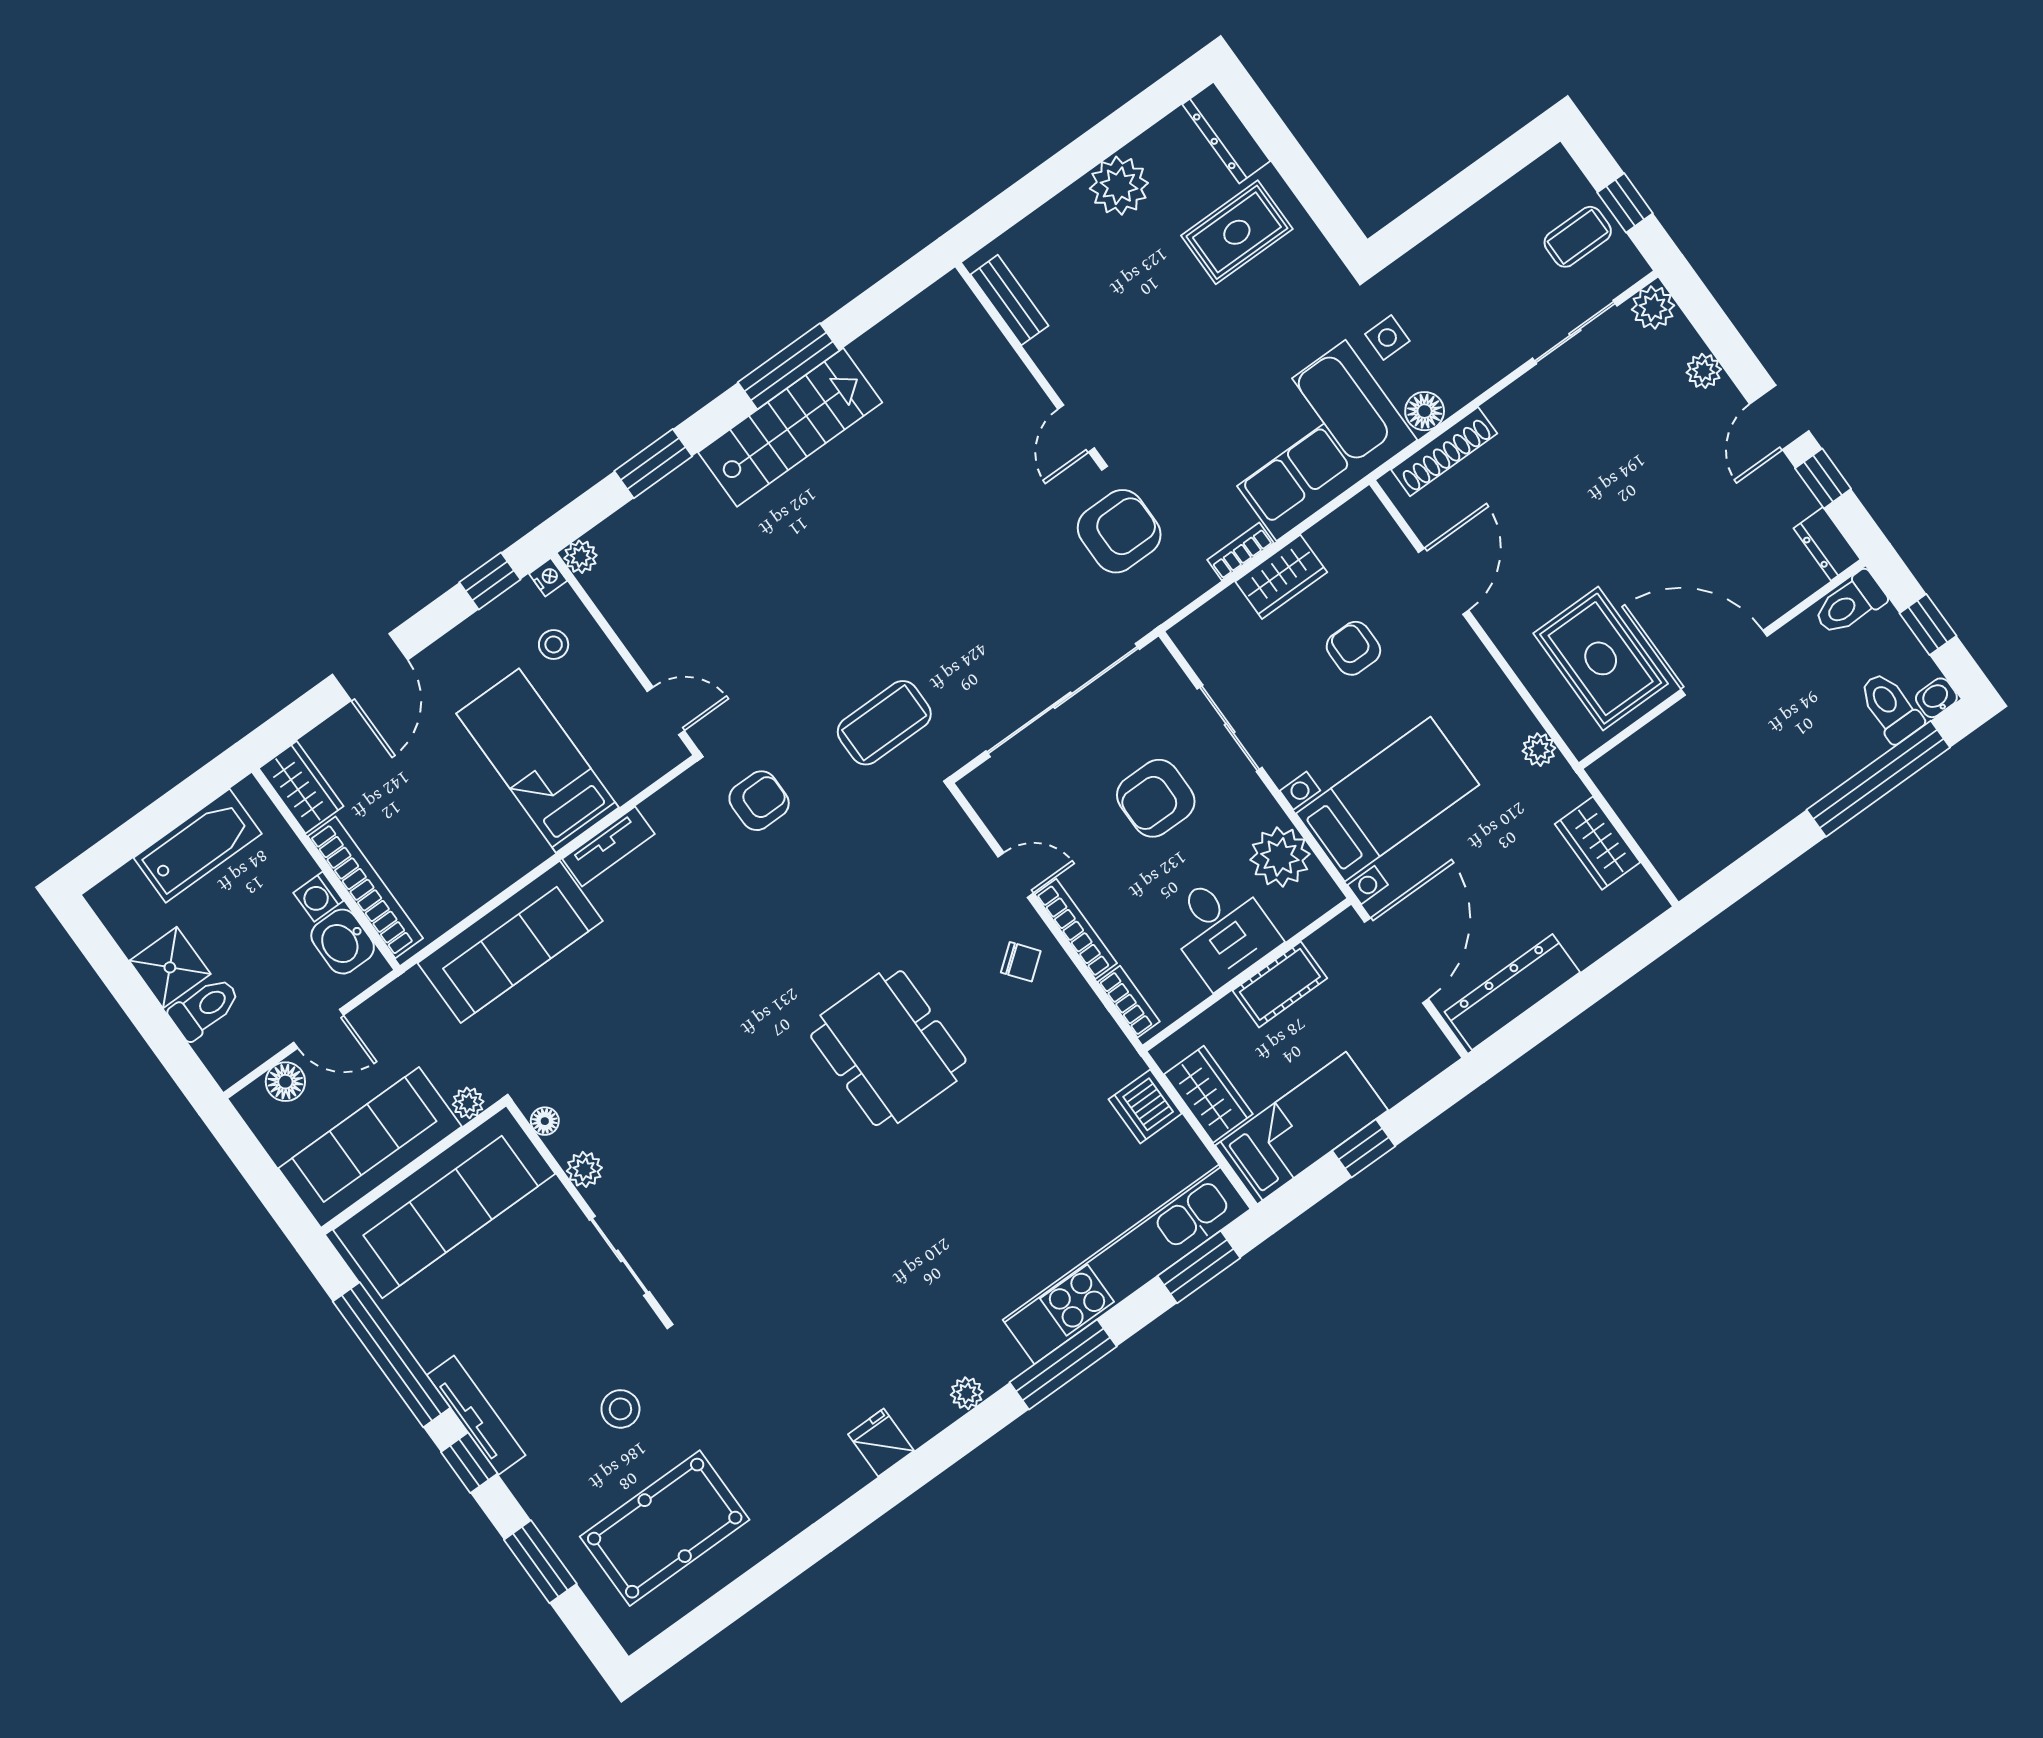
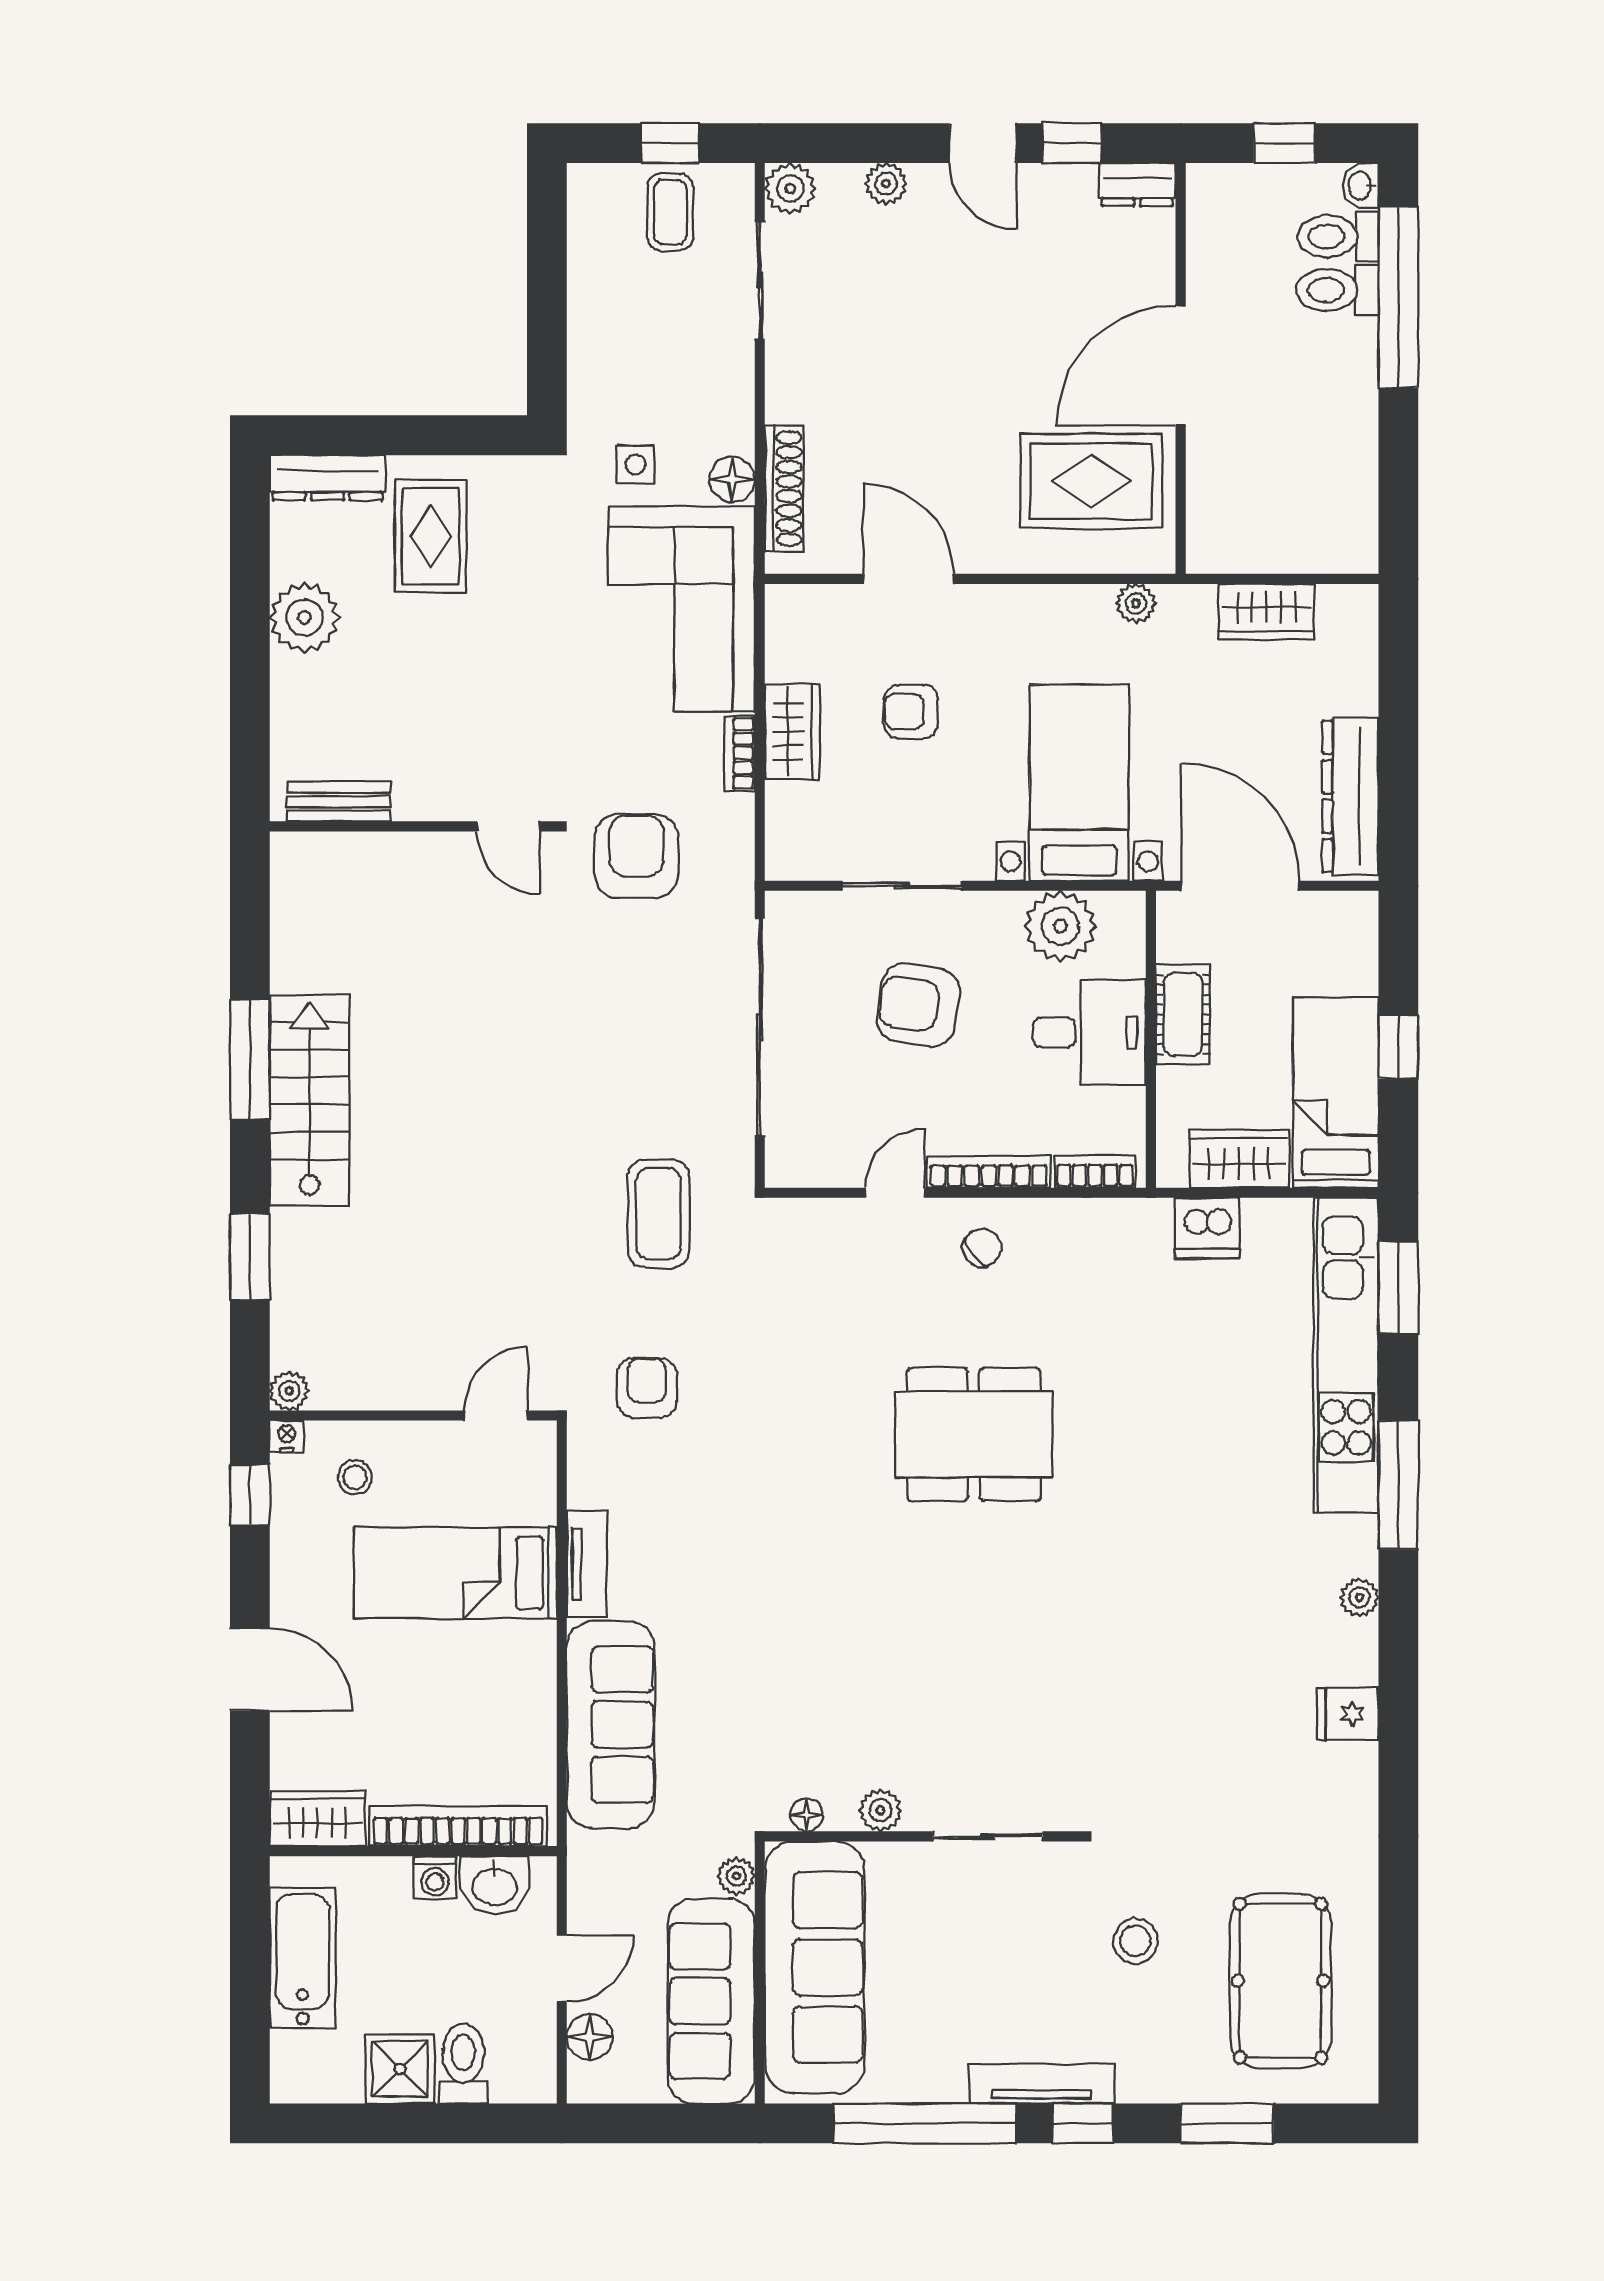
toilet: (1850, 604) -> (1338, 290), moved, turned 90
armchair: (1156, 798) -> (918, 1005), turned 99

